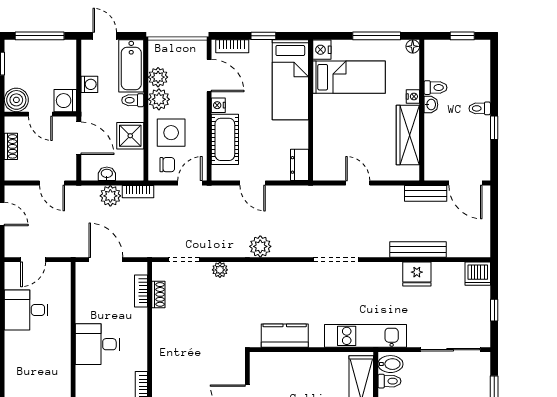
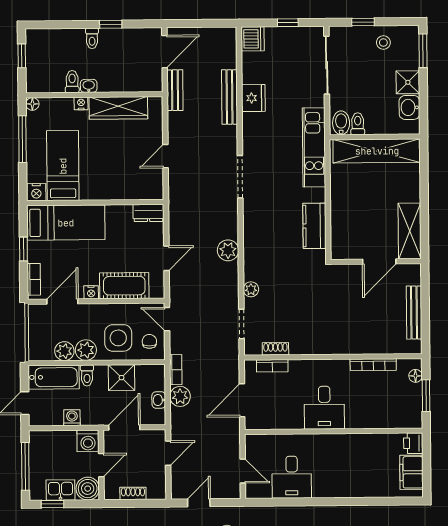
kitchen sink: (15, 72) -> (60, 490), added

